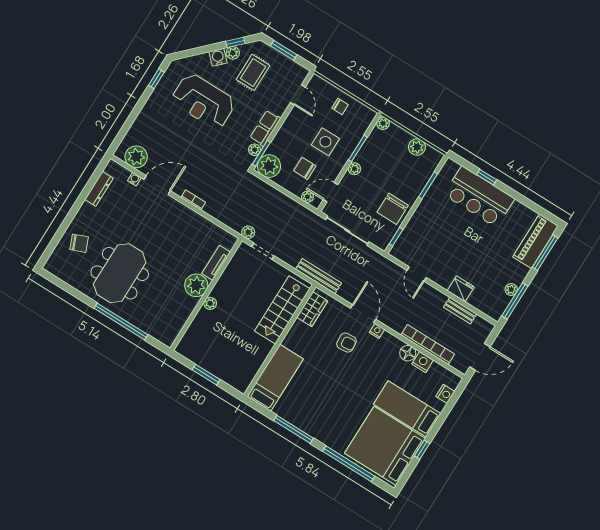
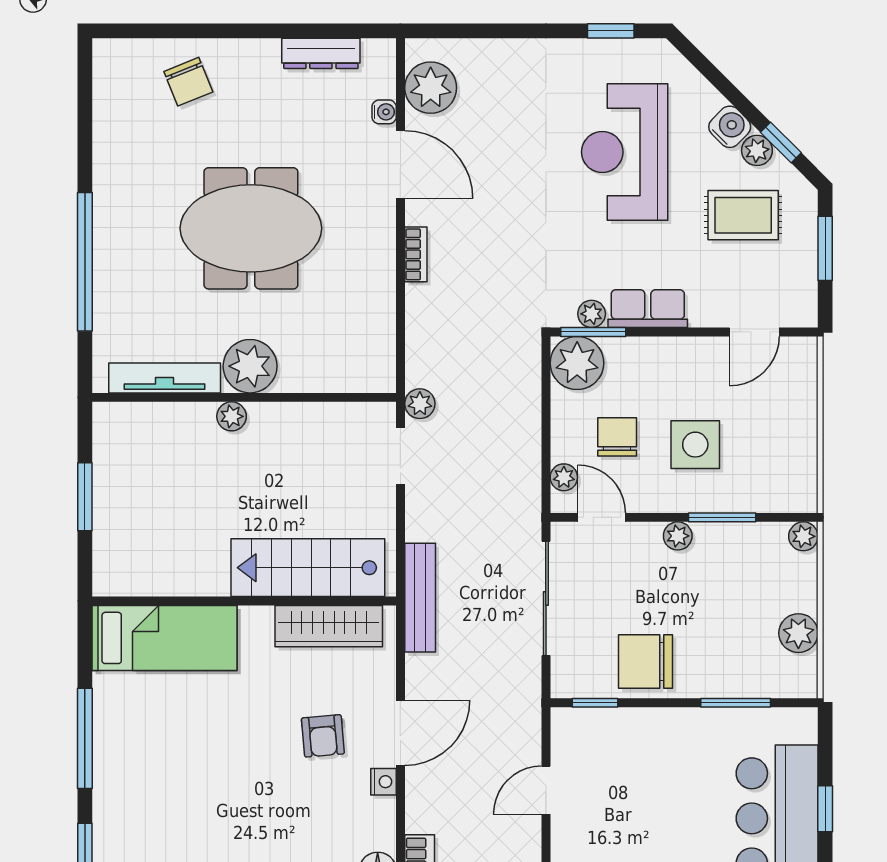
chair: (340, 106) -> (784, 430), removed
tv unit: (216, 263) -> (165, 378), moved, width x1.41
meeting table: (120, 273) -> (251, 228), moved
wardrobe: (312, 309) -> (329, 626), width x1.50

